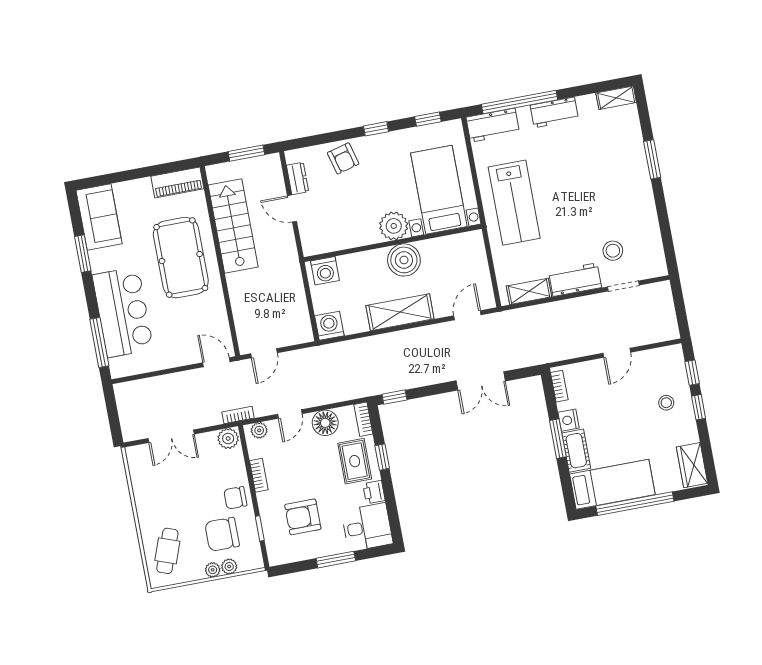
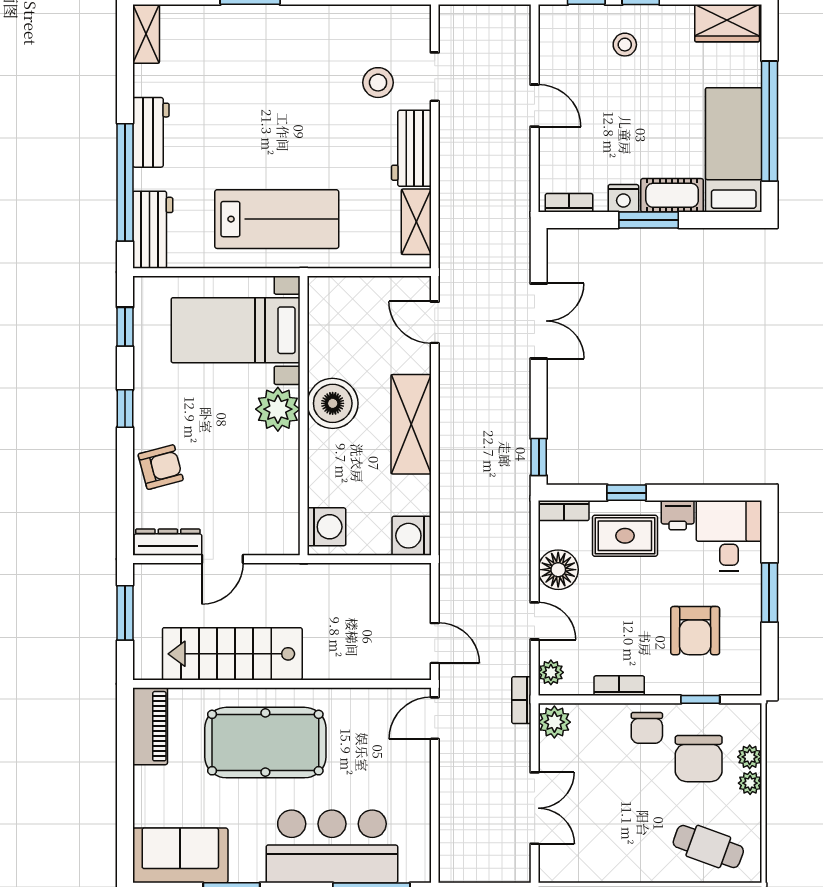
dresser: (298, 178) -> (168, 542), width x1.44

